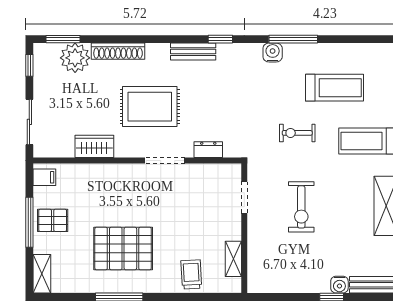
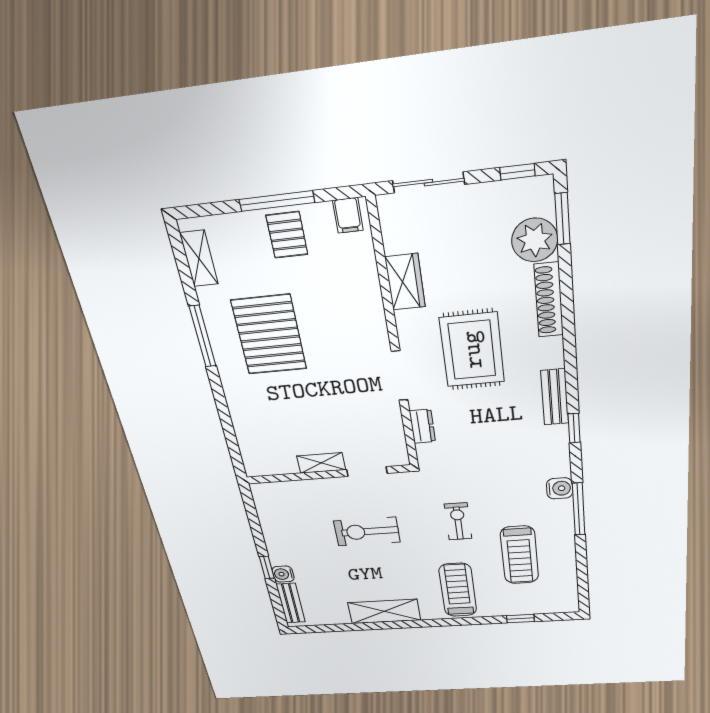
shelving: (233, 259) -> (321, 463), moved
shelving: (42, 274) -> (199, 259), moved, turned 90
trolley: (191, 274) -> (255, 420), removed

